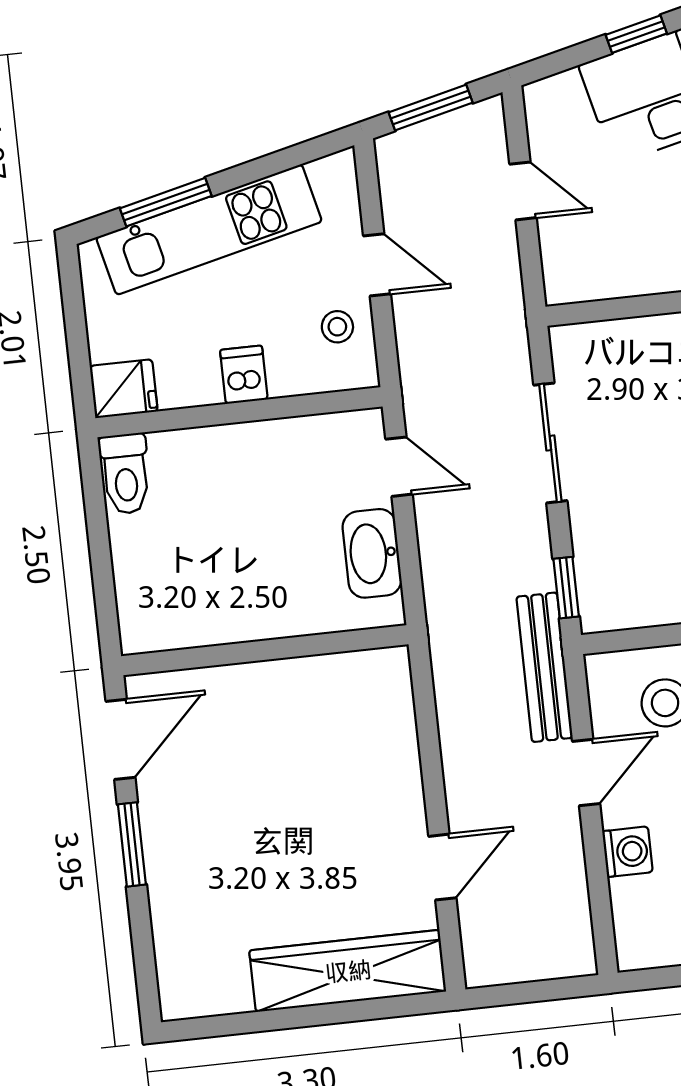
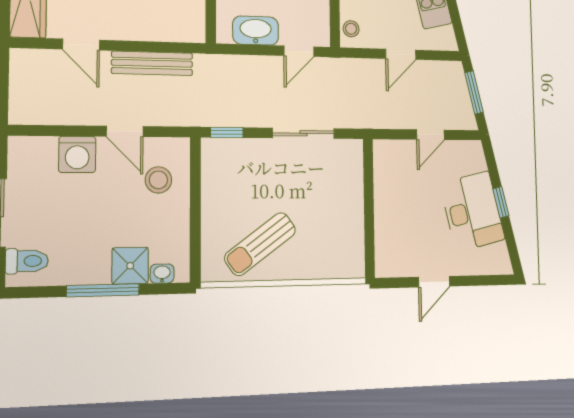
stool: (337, 327) -> (351, 29), moved
bench: (544, 667) -> (152, 63), moved
washing machine: (628, 852) -> (77, 154), width x1.38, depth x1.38

